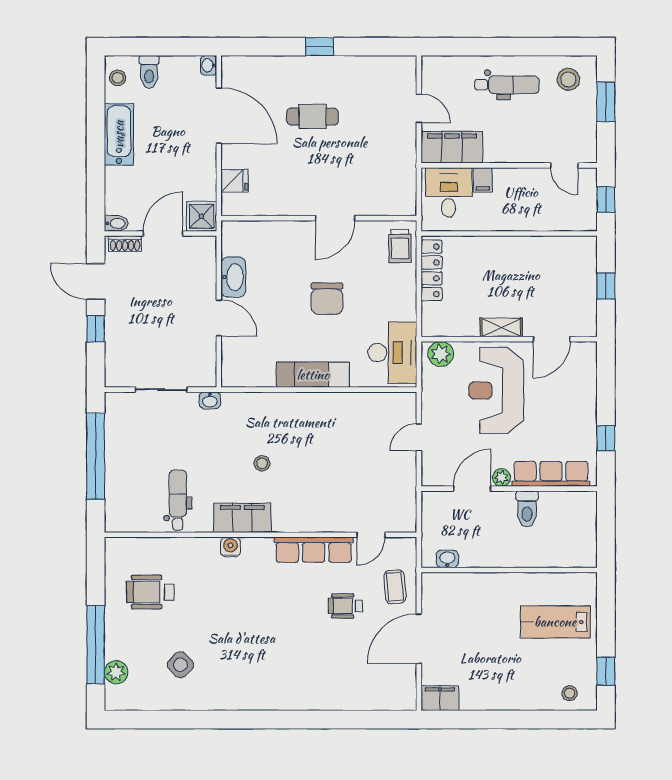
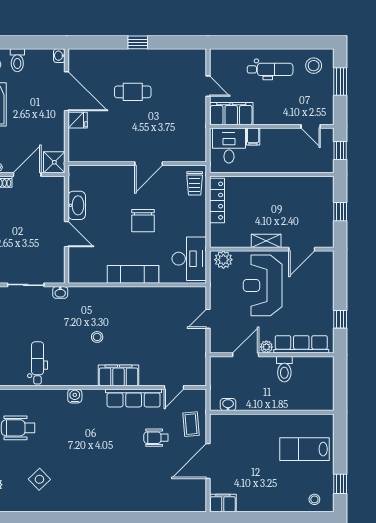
fridge: (234, 181) -> (78, 120), moved
filing cabinet: (242, 518) -> (119, 375), moved

